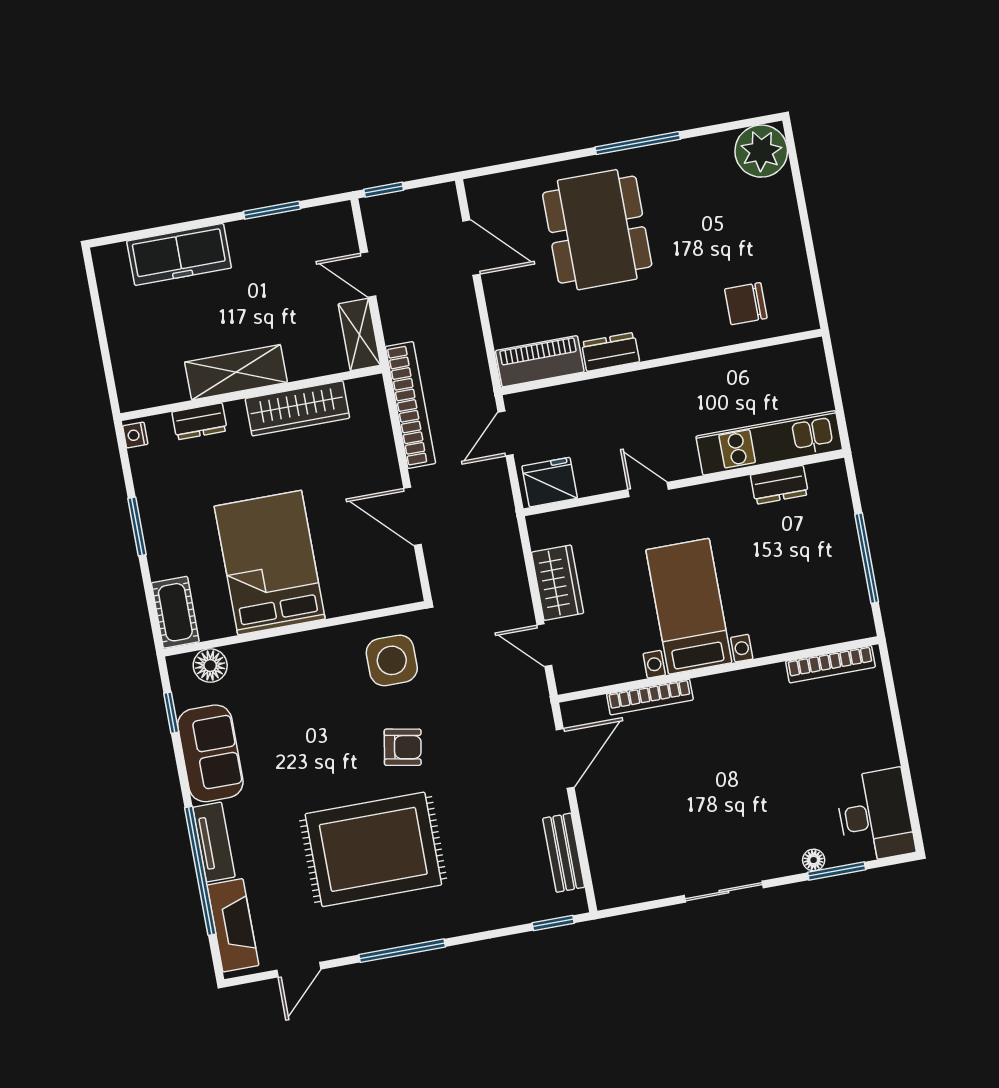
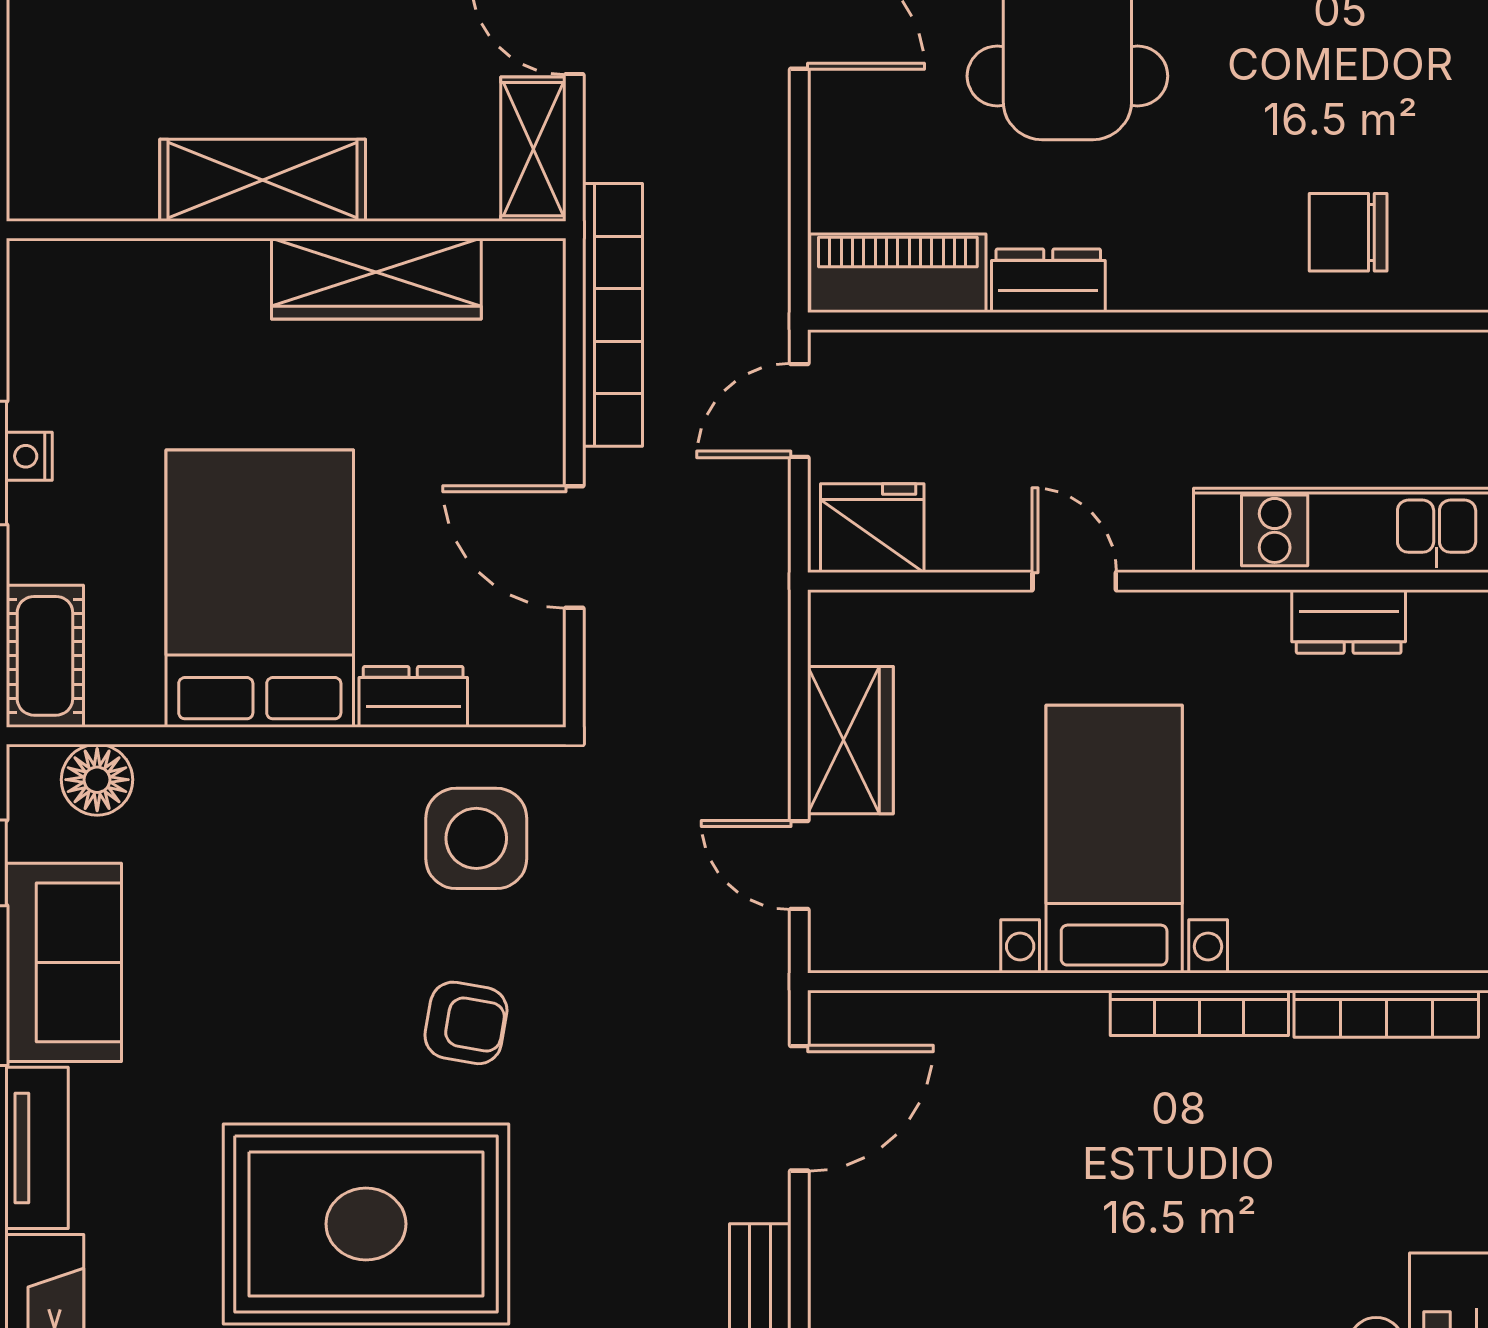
dresser: (200, 421) -> (413, 697), moved, turned 180
nightstand: (135, 435) -> (29, 456), moved
bookcase: (650, 697) -> (1199, 1013), moved

